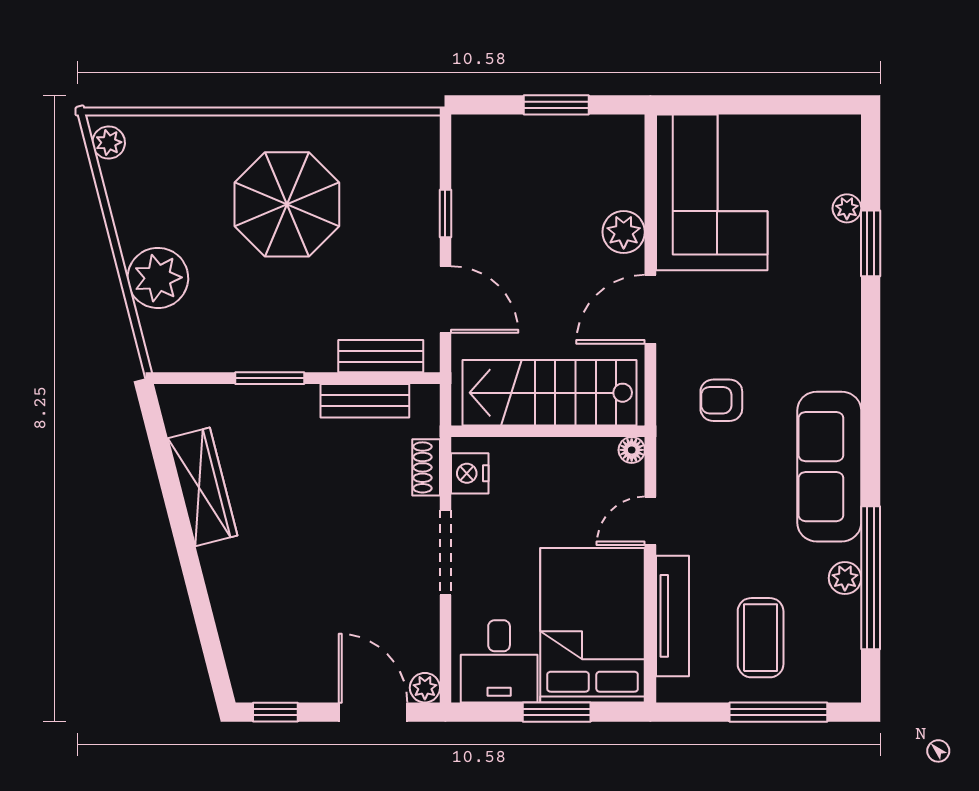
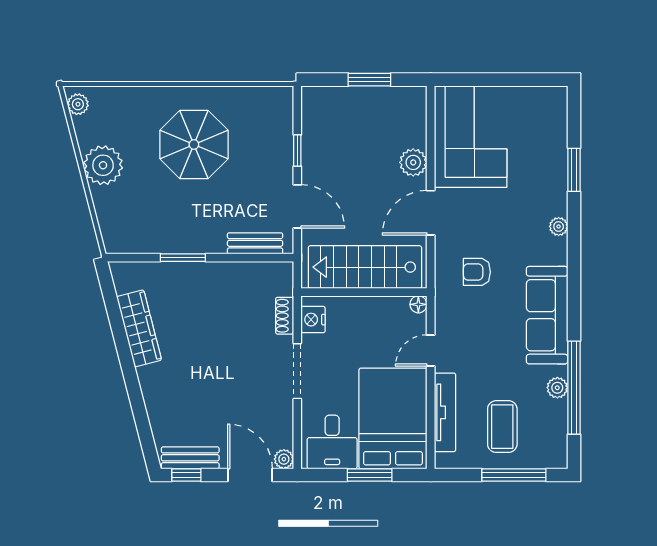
plant: (847, 208) -> (559, 227), moved
plant: (158, 278) -> (103, 165), moved
bench: (365, 401) -> (190, 458), moved

